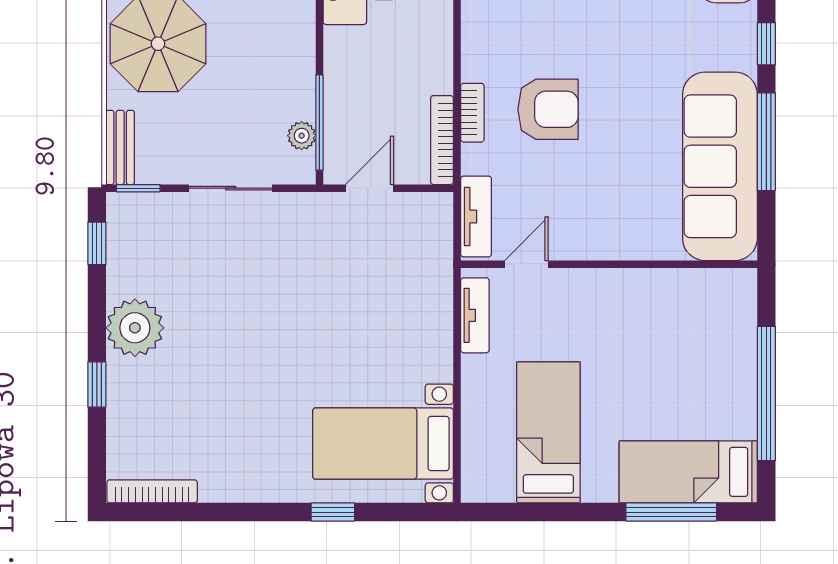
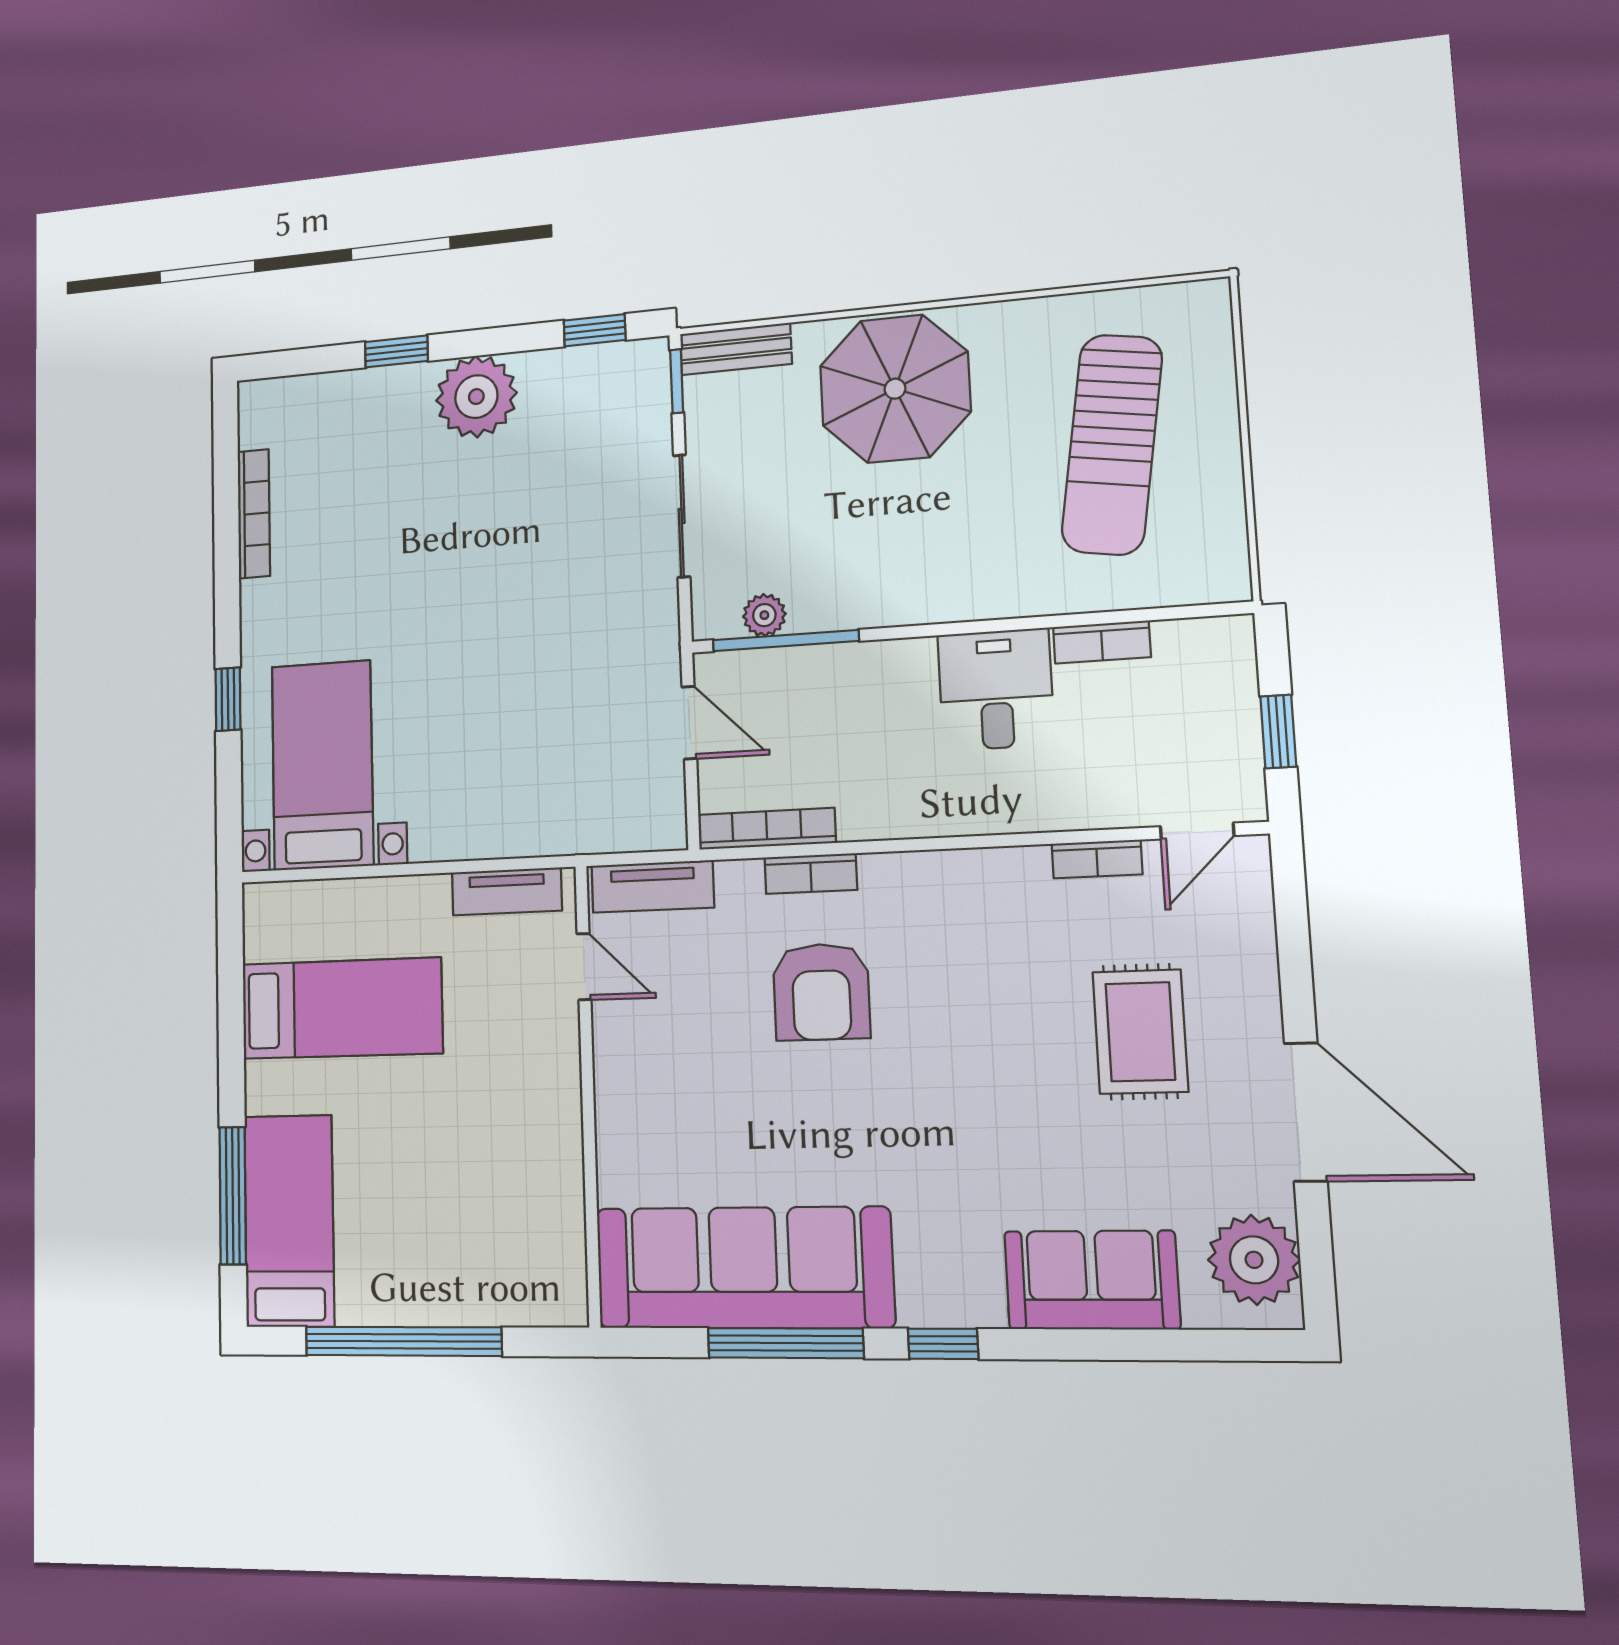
bookcase: (152, 491) -> (254, 514), moved

